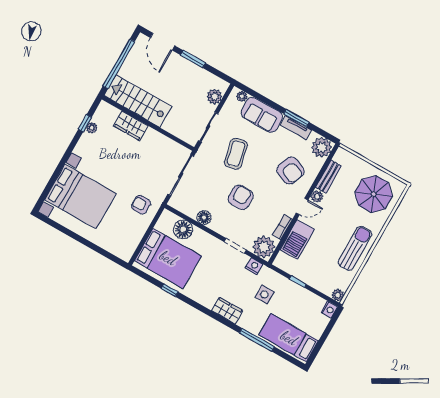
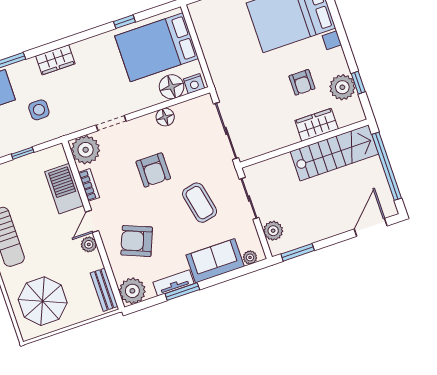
door: (163, 42) -> (371, 227), hinge flipped
window: (193, 59) -> (298, 252), moved
plant: (92, 128) -> (342, 87), width x1.88, depth x1.88
bench: (328, 177) -> (104, 290), moved
armchair: (141, 205) -> (302, 82), moved, turned 90
nightstand: (254, 266) -> (194, 84), moved

